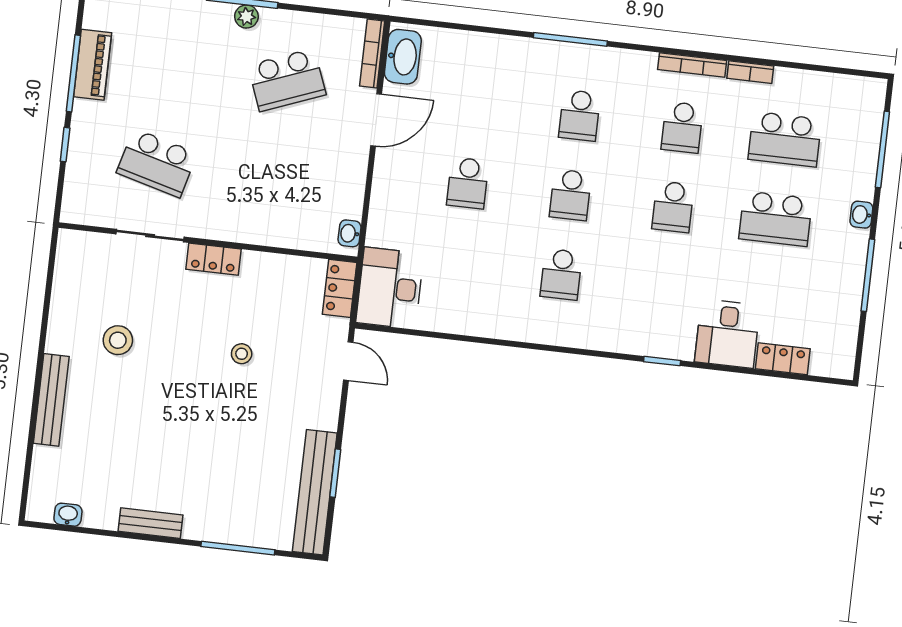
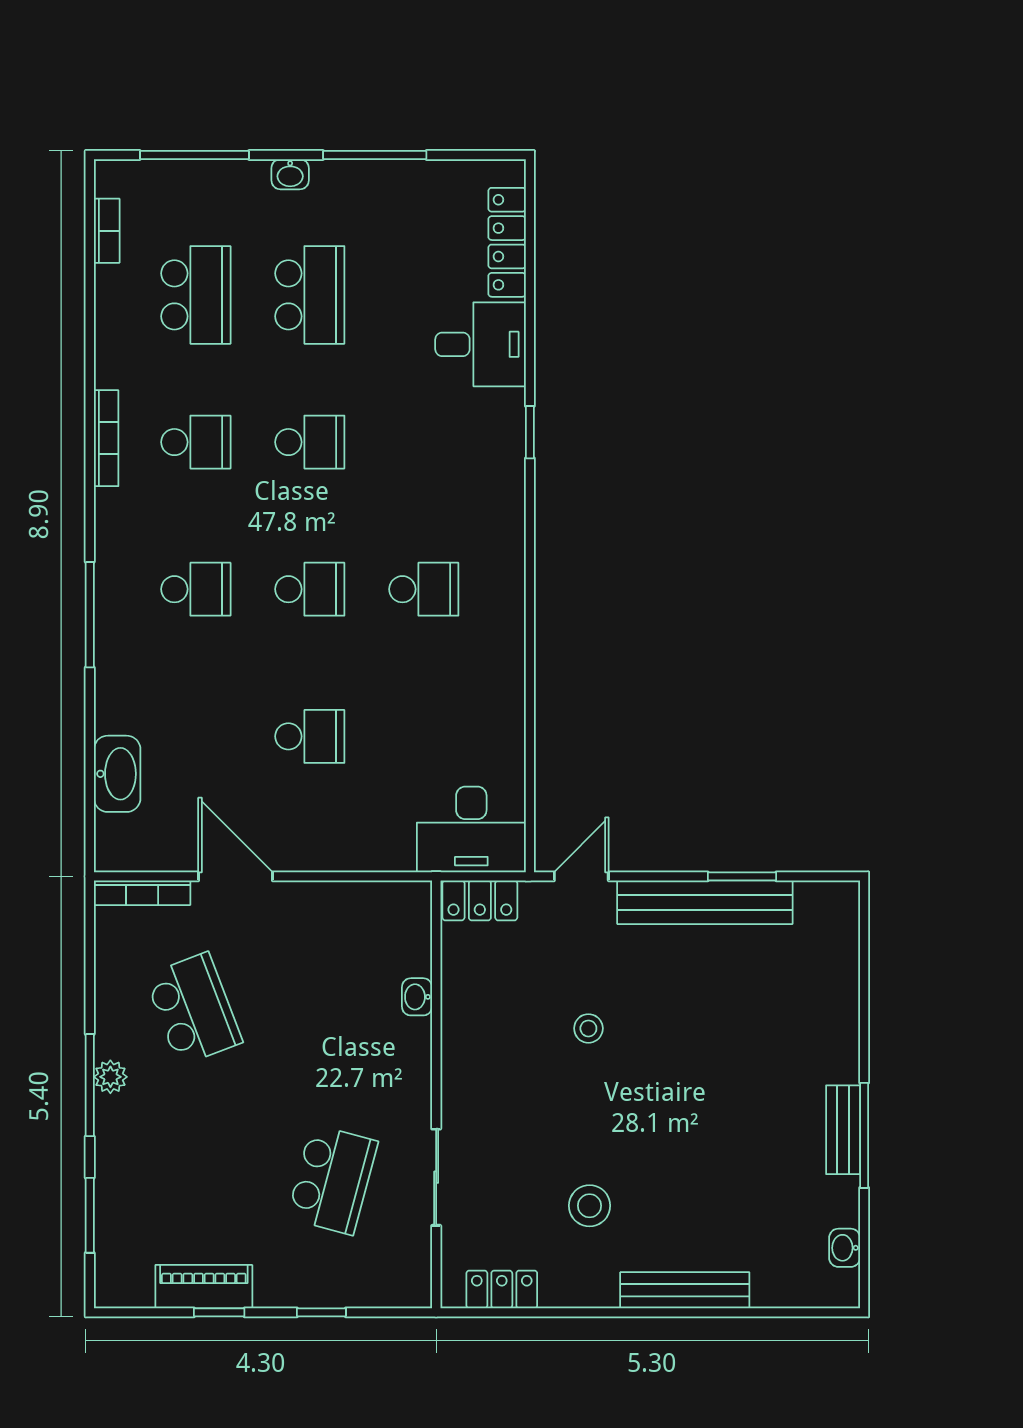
washbasin: (403, 57) -> (117, 774), moved, turned 90
bookcase: (750, 72) -> (107, 231), moved
window: (73, 73) -> (219, 1312), width x0.46
washbasin: (349, 233) -> (417, 997), moved, turned 90
locker: (214, 259) -> (502, 1289), moved, turned -90
locker: (783, 359) -> (507, 242), width x1.53
bench: (315, 492) -> (705, 902), moved
window: (238, 548) -> (864, 1135), moved

